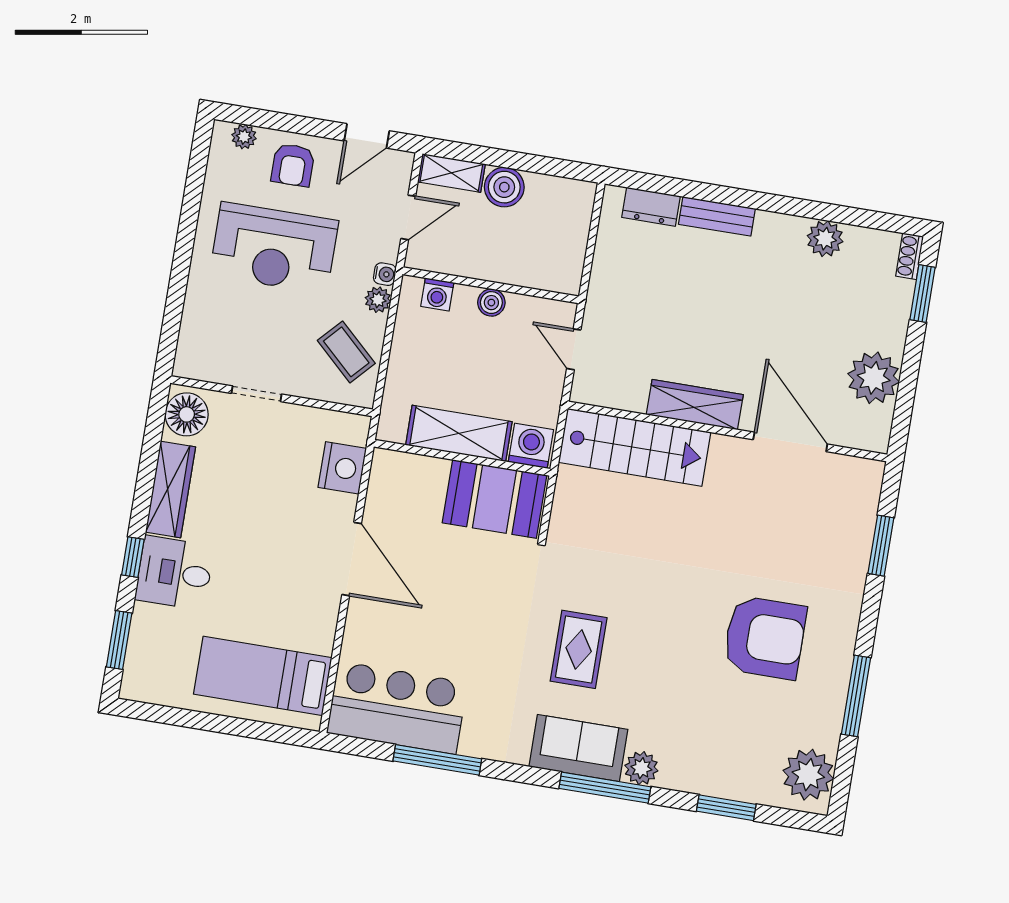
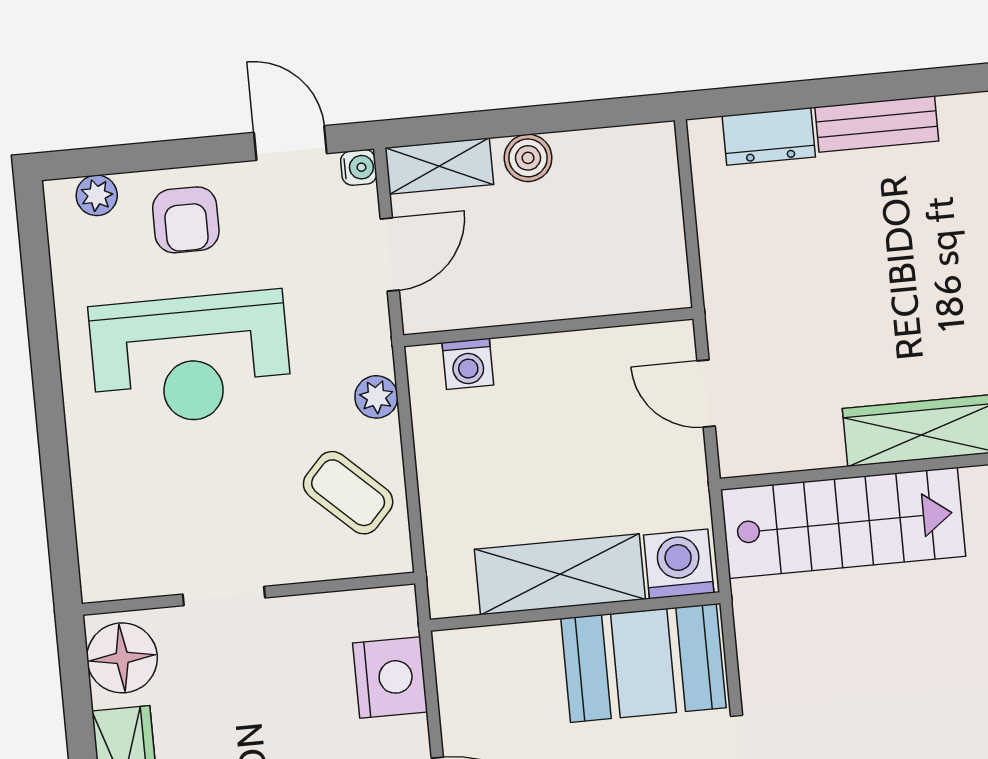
door: (367, 136) -> (290, 143), swing flipped
boiler: (504, 187) -> (528, 158), width x0.73, depth x0.73
water cooler: (385, 274) -> (359, 167), moved
boiler: (491, 303) -> (557, 354), removed

